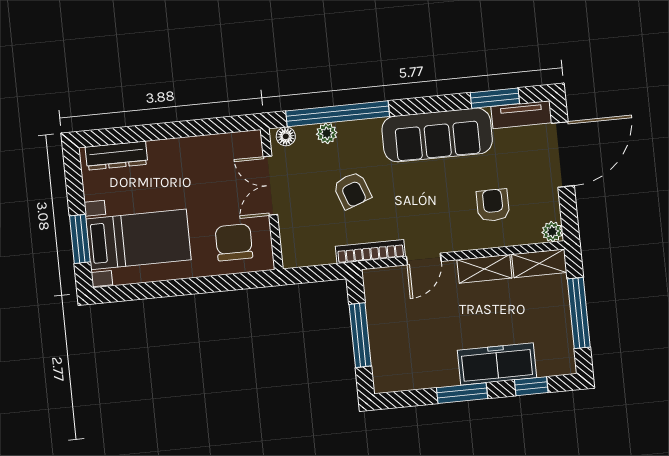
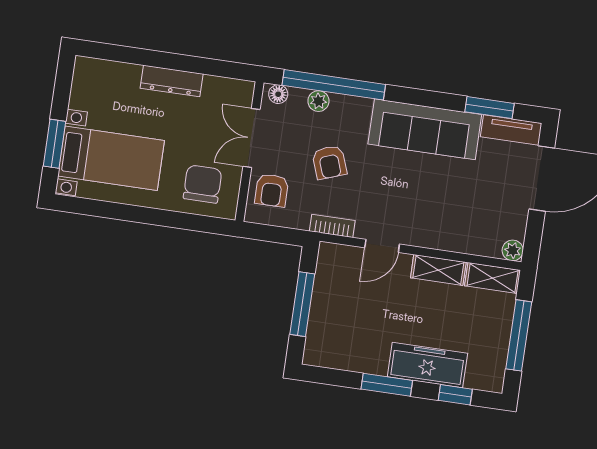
dresser: (116, 156) -> (172, 81), moved
armchair: (493, 205) -> (272, 190), moved, turned 180
bookcase: (370, 251) -> (332, 226), width x0.64

